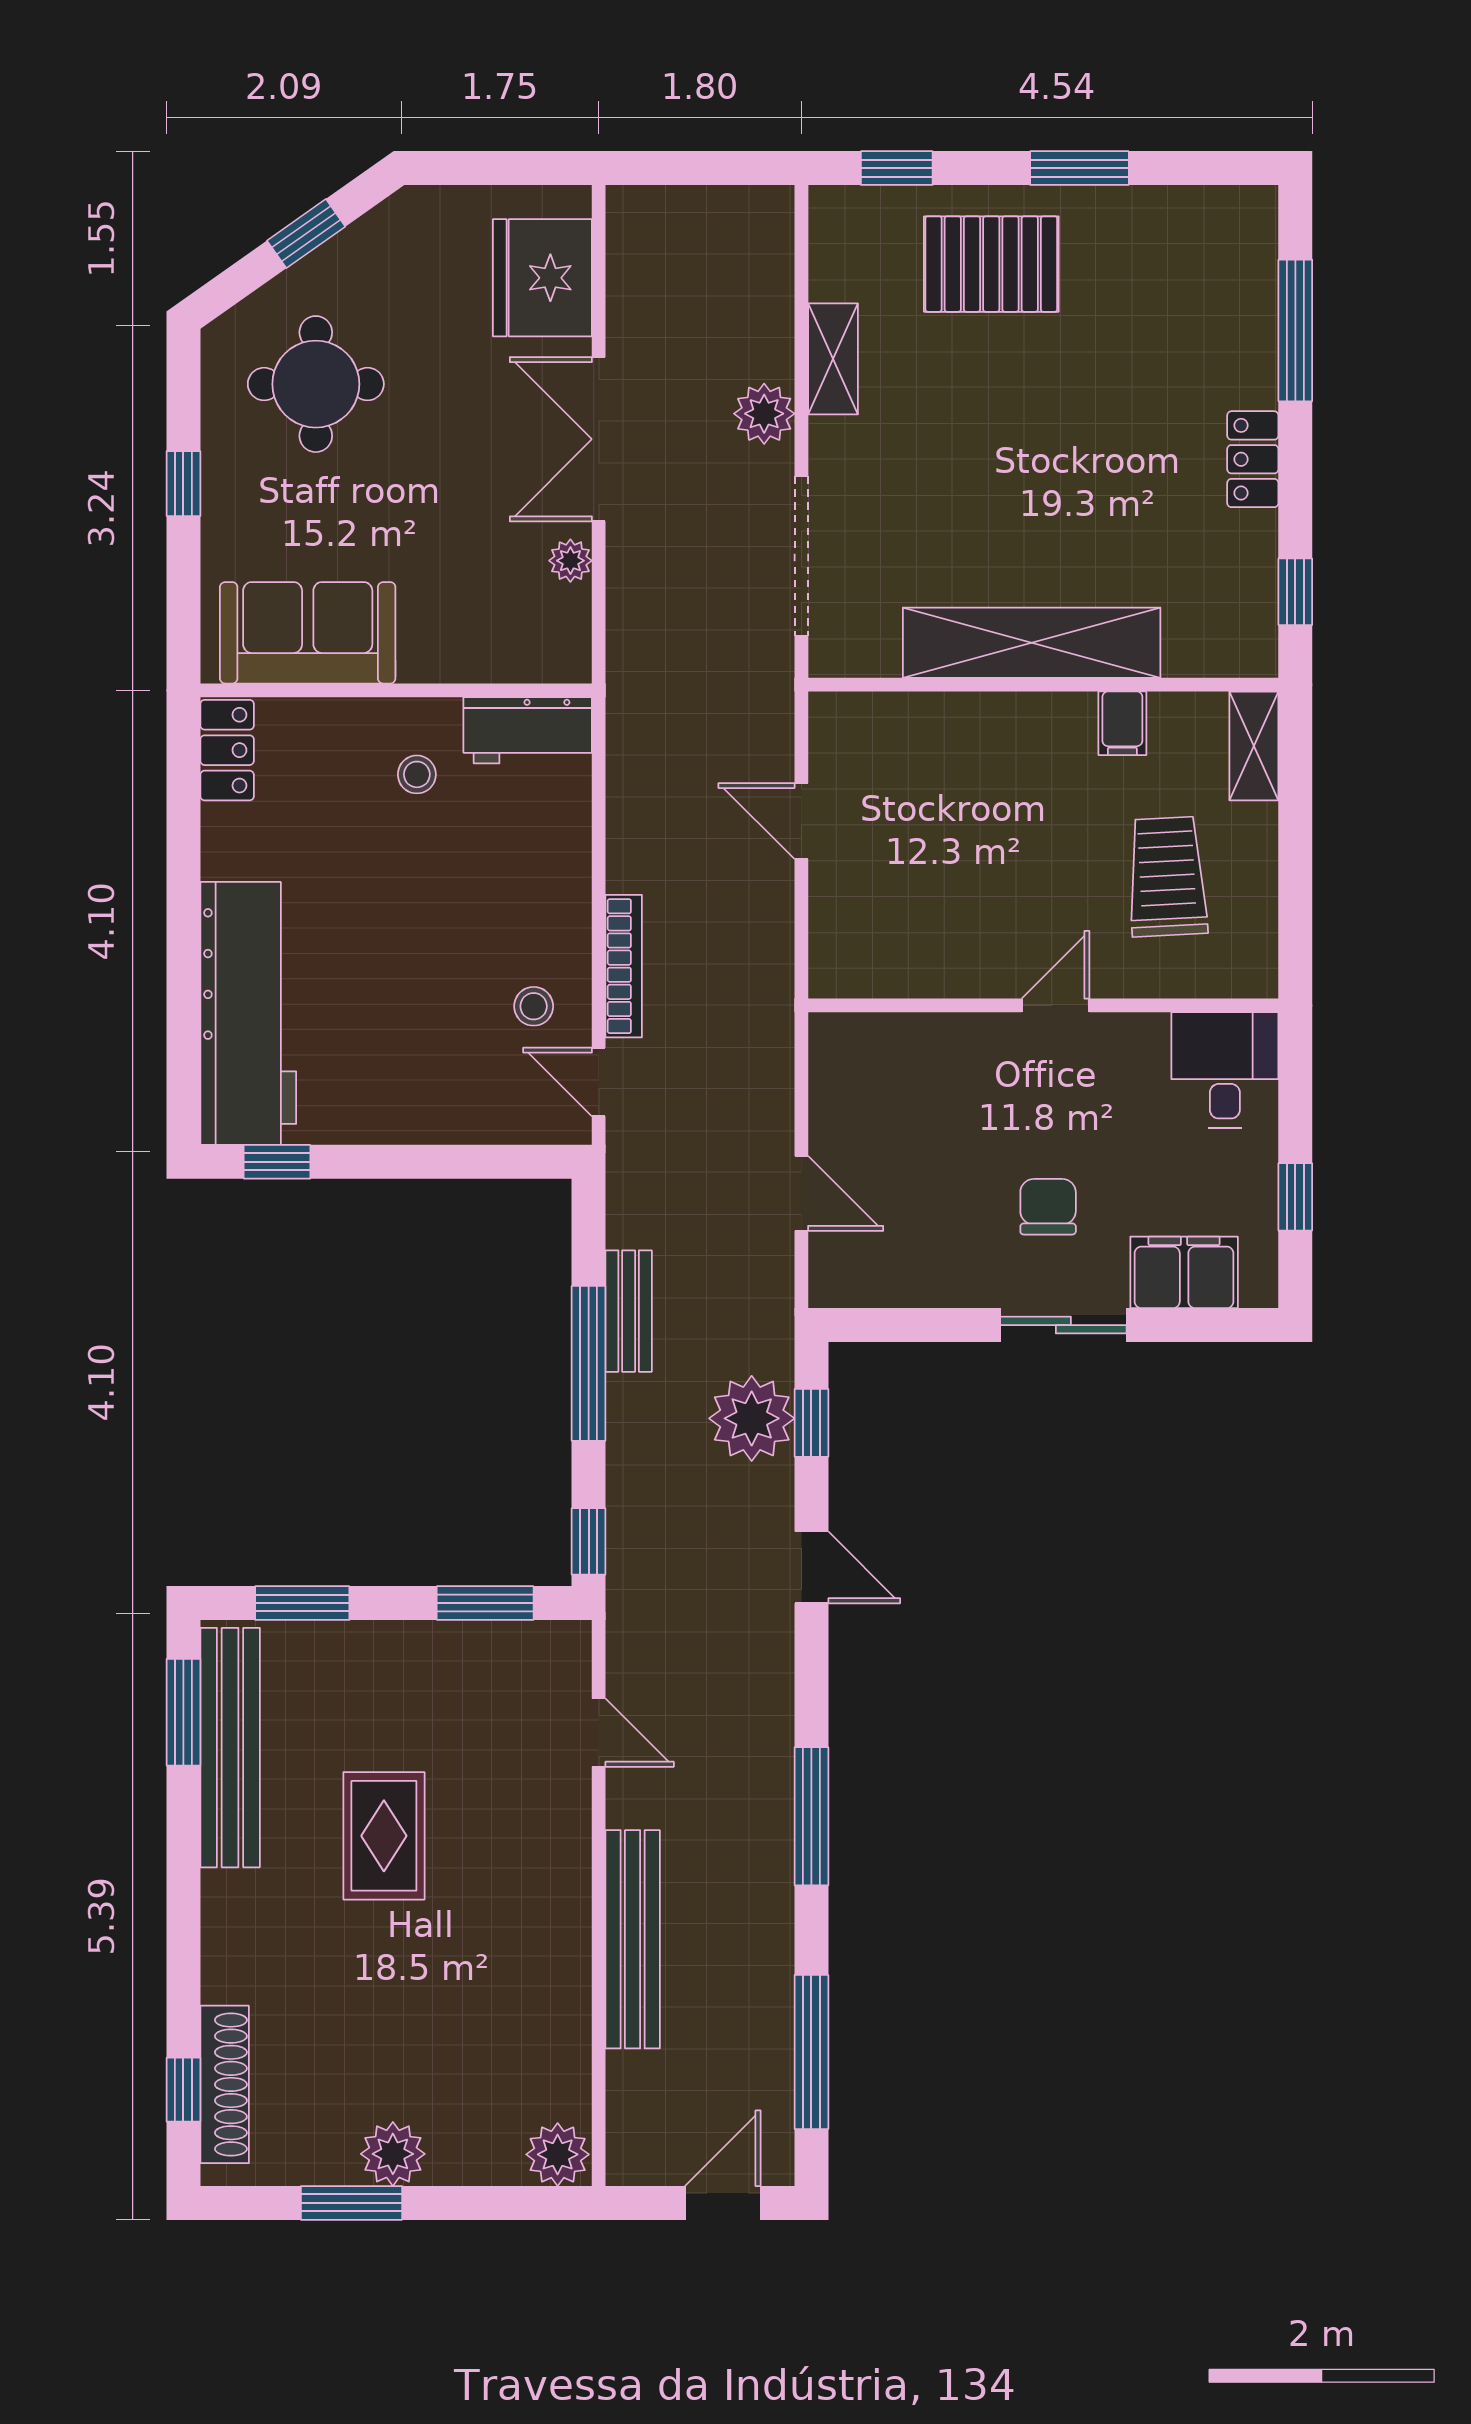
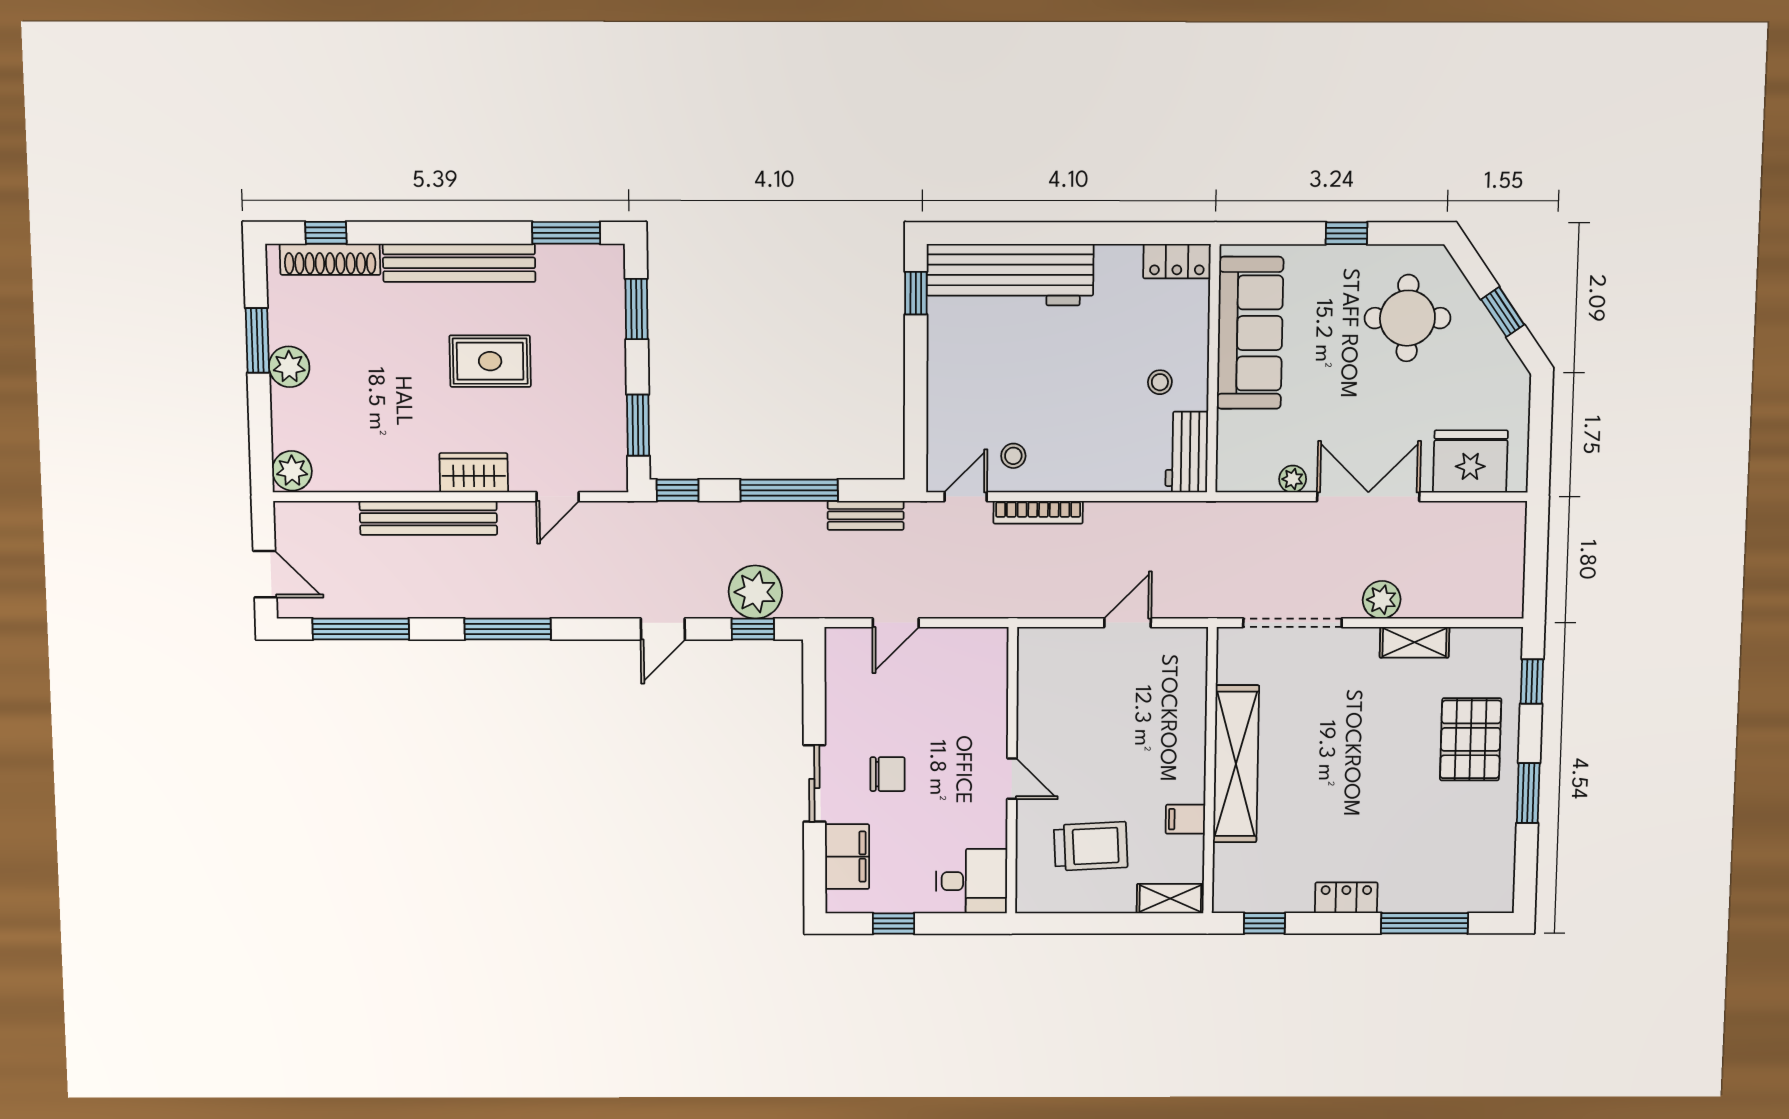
sofa: (308, 633) -> (1250, 333), width x1.36
bench: (629, 1311) -> (866, 515), moved
bench: (230, 1748) -> (459, 263), moved
wardrobe: (561, 1865) -> (474, 473), added

